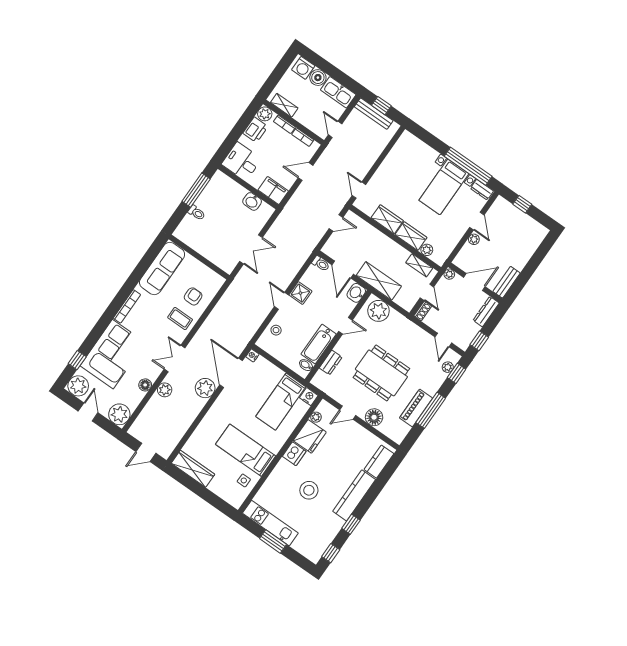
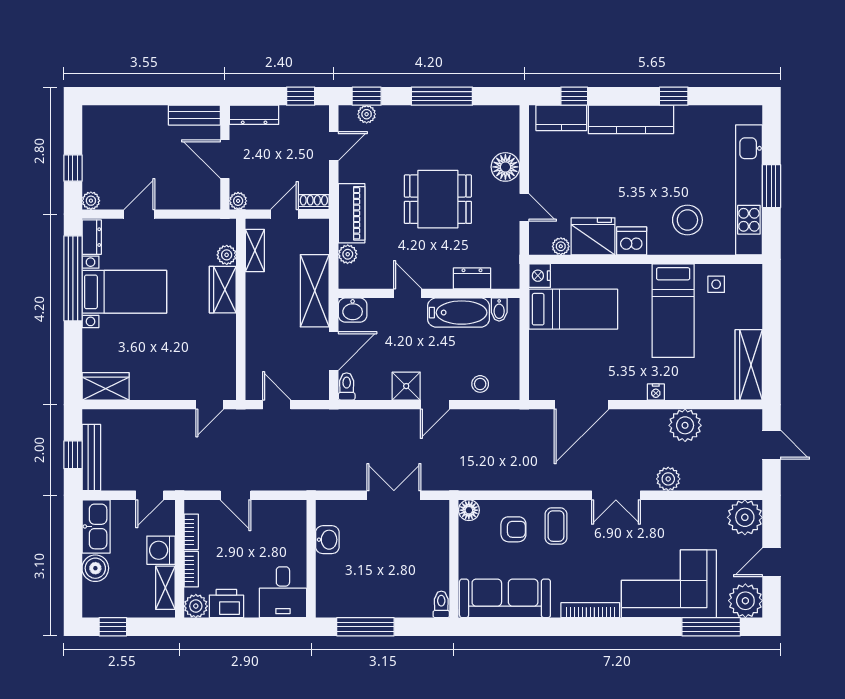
window: (283, 66) -> (113, 627), added
washing machine: (303, 68) -> (161, 550), moved, turned 180
filing cabinet: (273, 191) -> (292, 521), removed
toilet: (197, 213) -> (441, 604), moved
wardrobe: (387, 219) -> (106, 386), moved, turned 90
plant: (474, 239) -> (91, 201), moved
armchair: (193, 296) -> (513, 529), turned 180
plant: (378, 311) -> (348, 254), width x0.53, depth x0.53
nightstand: (252, 355) -> (656, 392), moved
window: (77, 360) -> (711, 627), width x2.17
dining table: (381, 373) -> (438, 199), width x0.73
floor lamp: (145, 385) -> (469, 510), moved
plant: (205, 388) -> (685, 425), moved
piano: (416, 408) -> (352, 213), moved, turned -90
stool: (309, 490) -> (687, 220), moved
kitchen unit: (270, 523) -> (749, 190), width x1.36
window: (331, 553) -> (574, 96), moved

